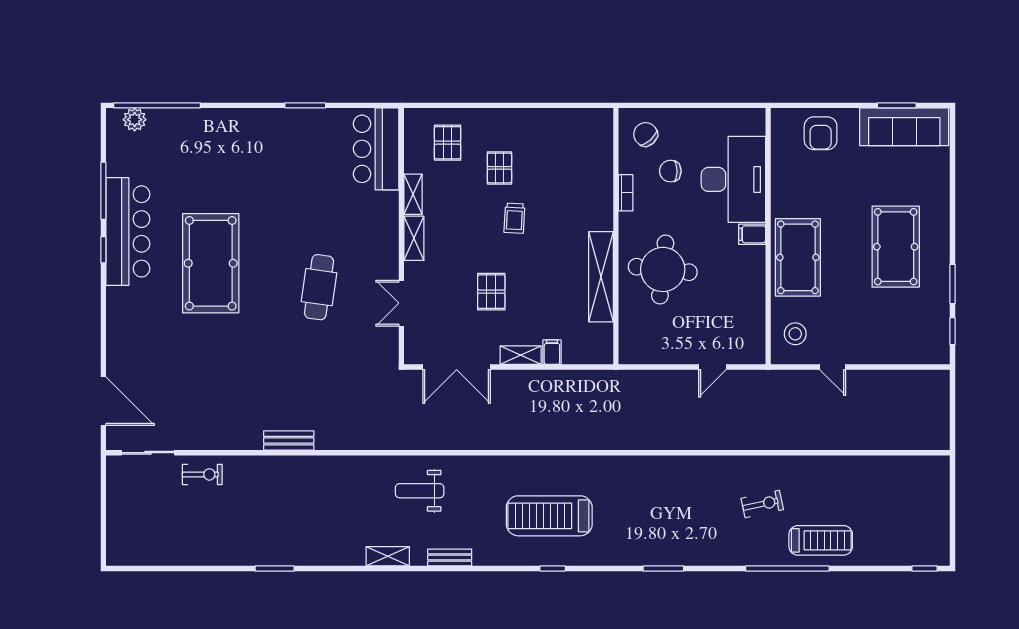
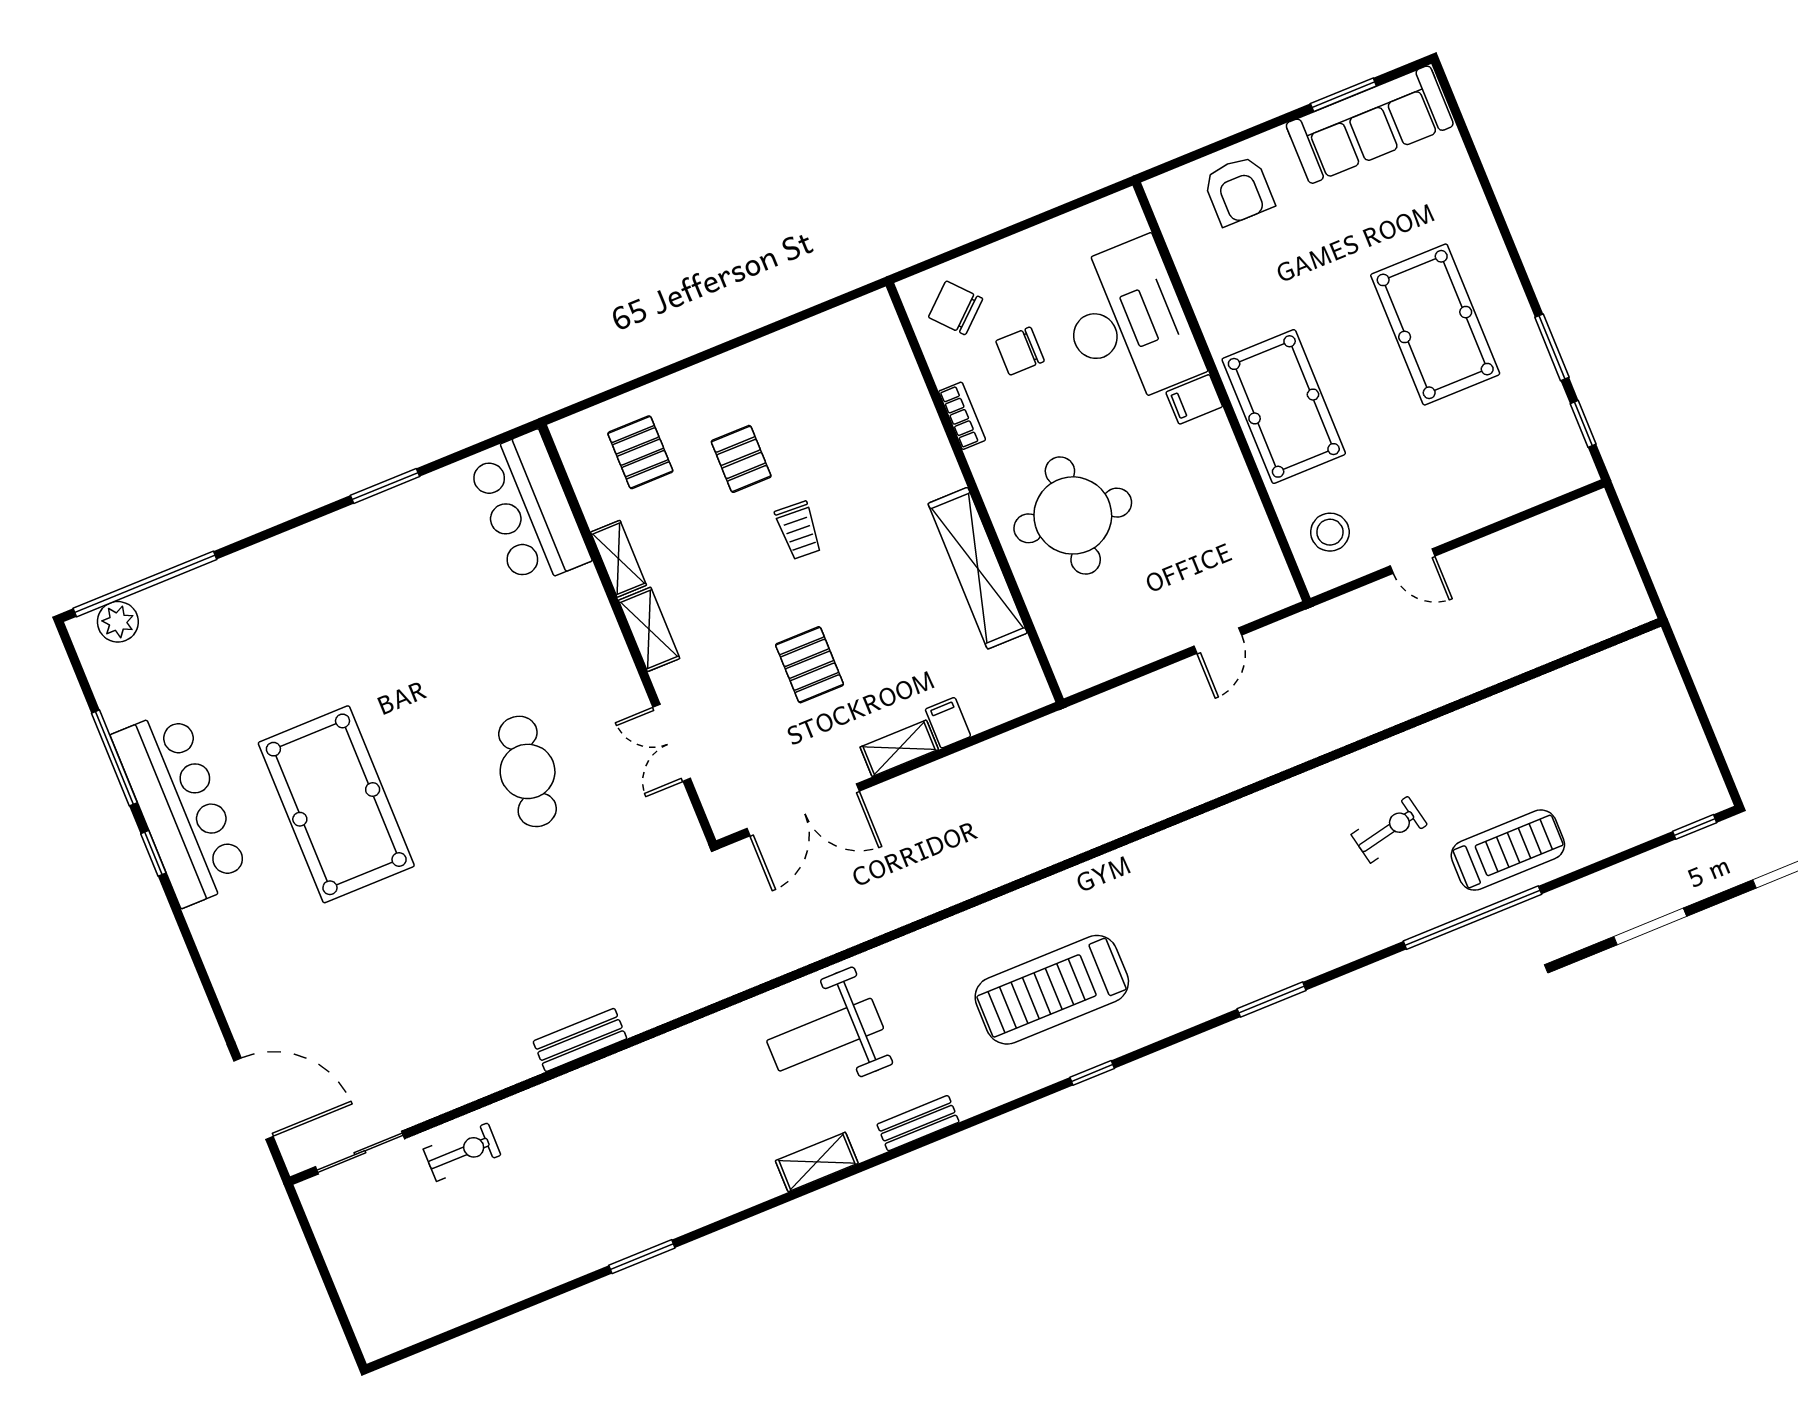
weight bench: (420, 491) -> (825, 1035), width x1.36, depth x1.33

